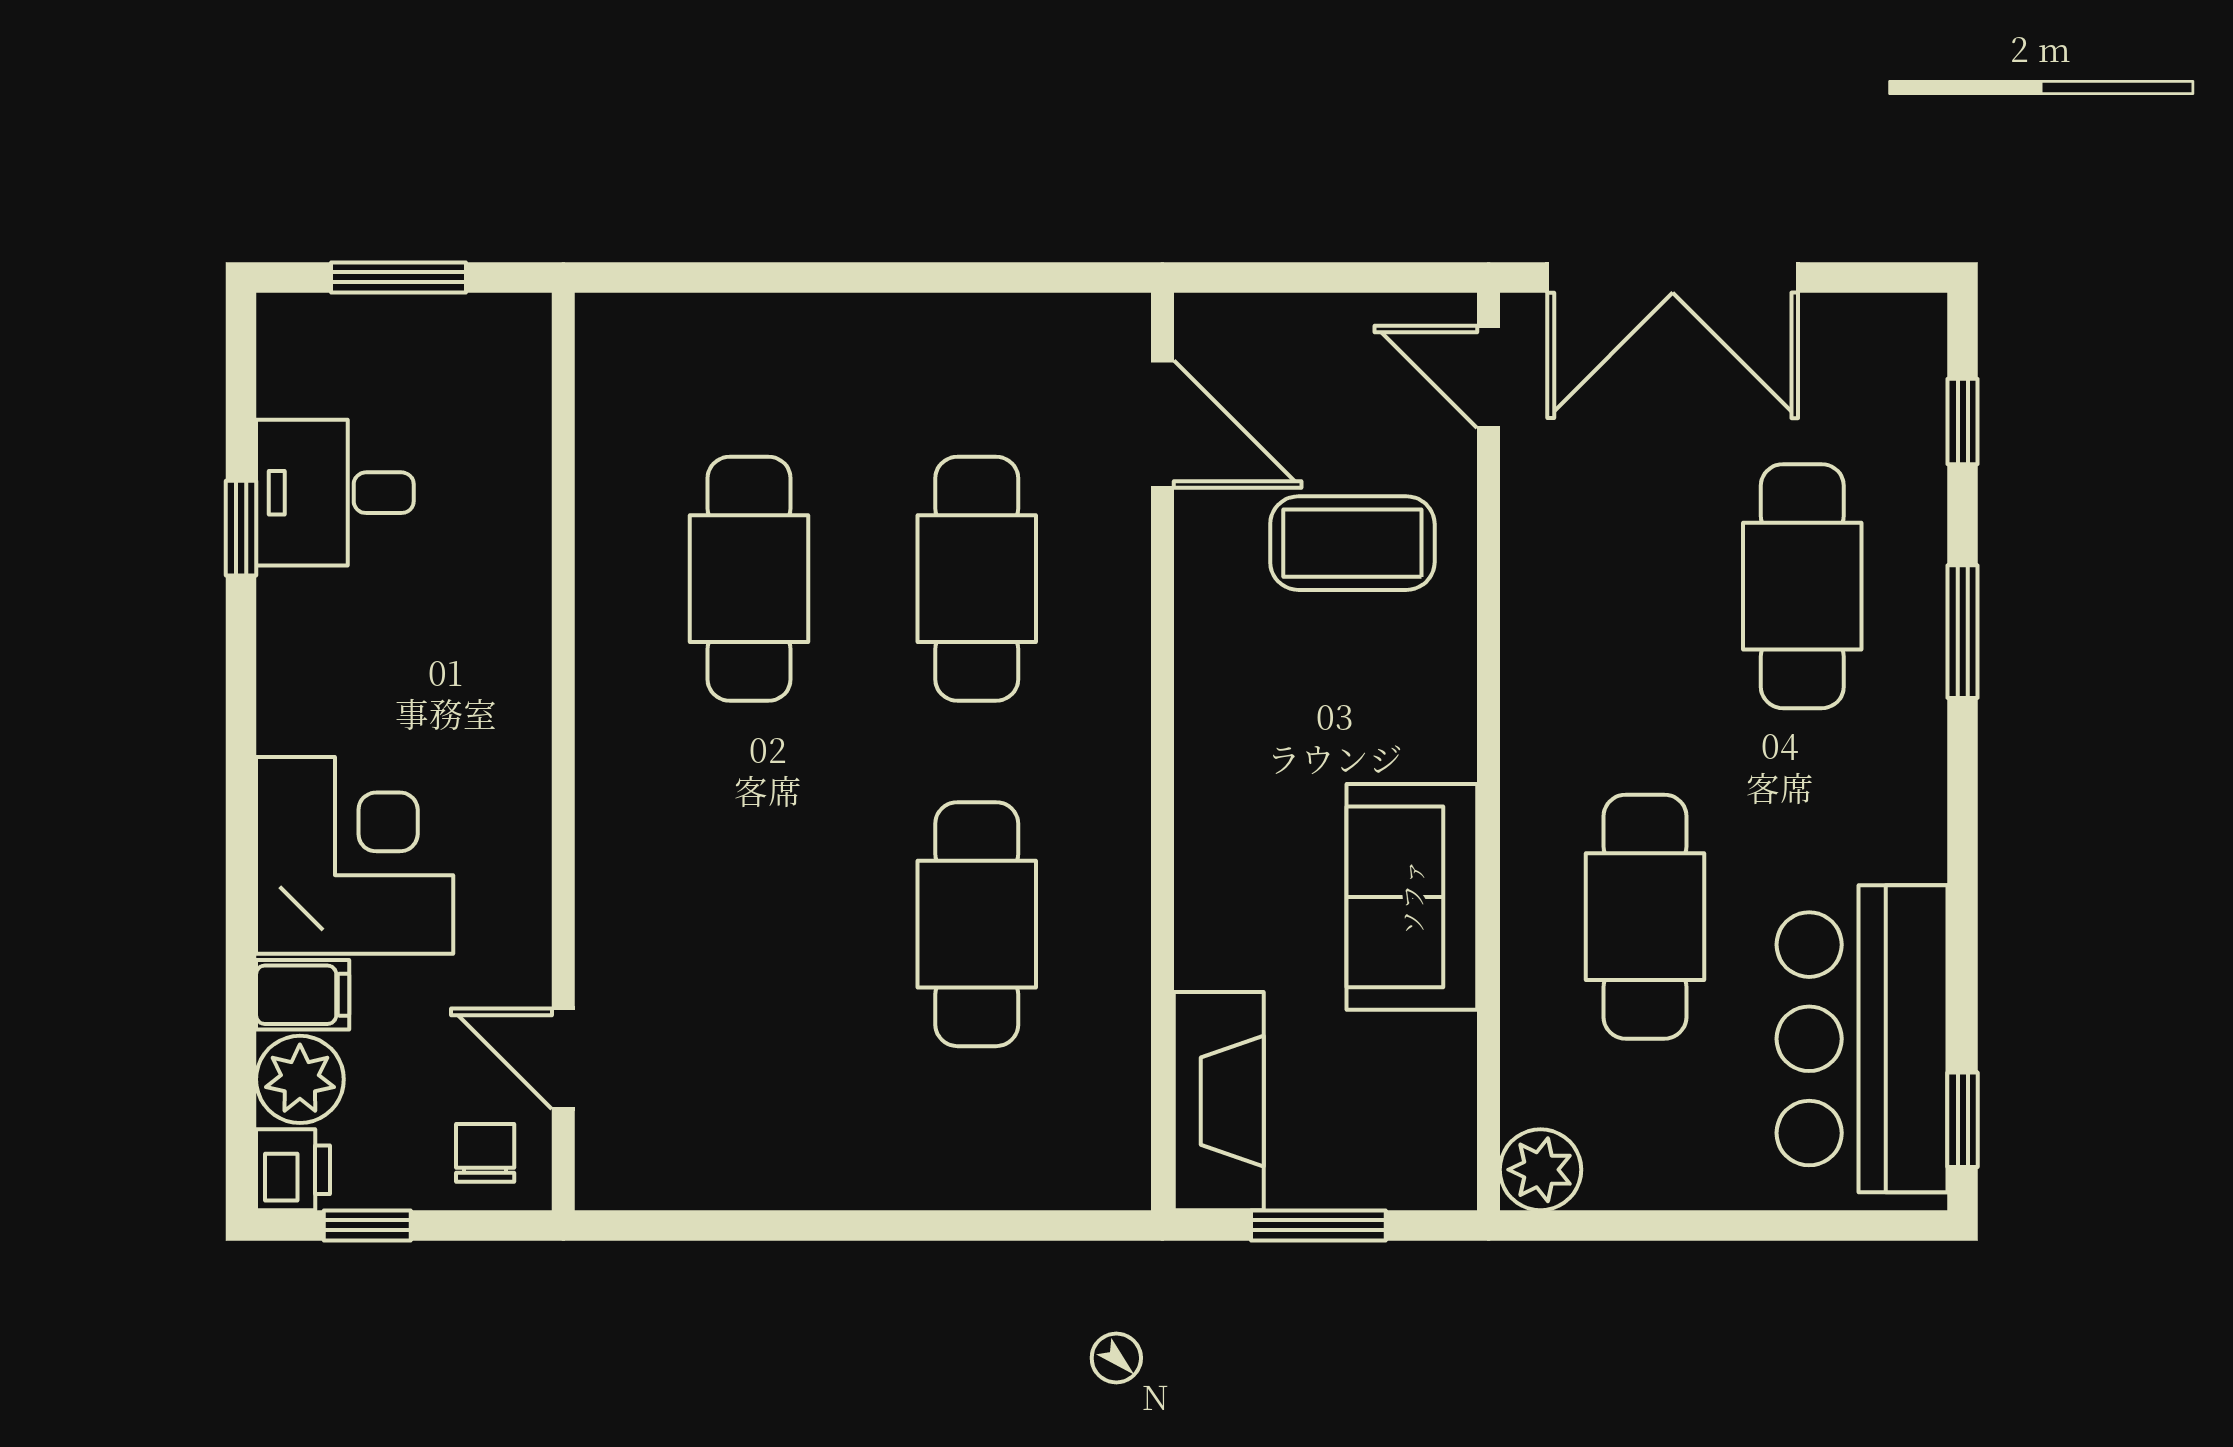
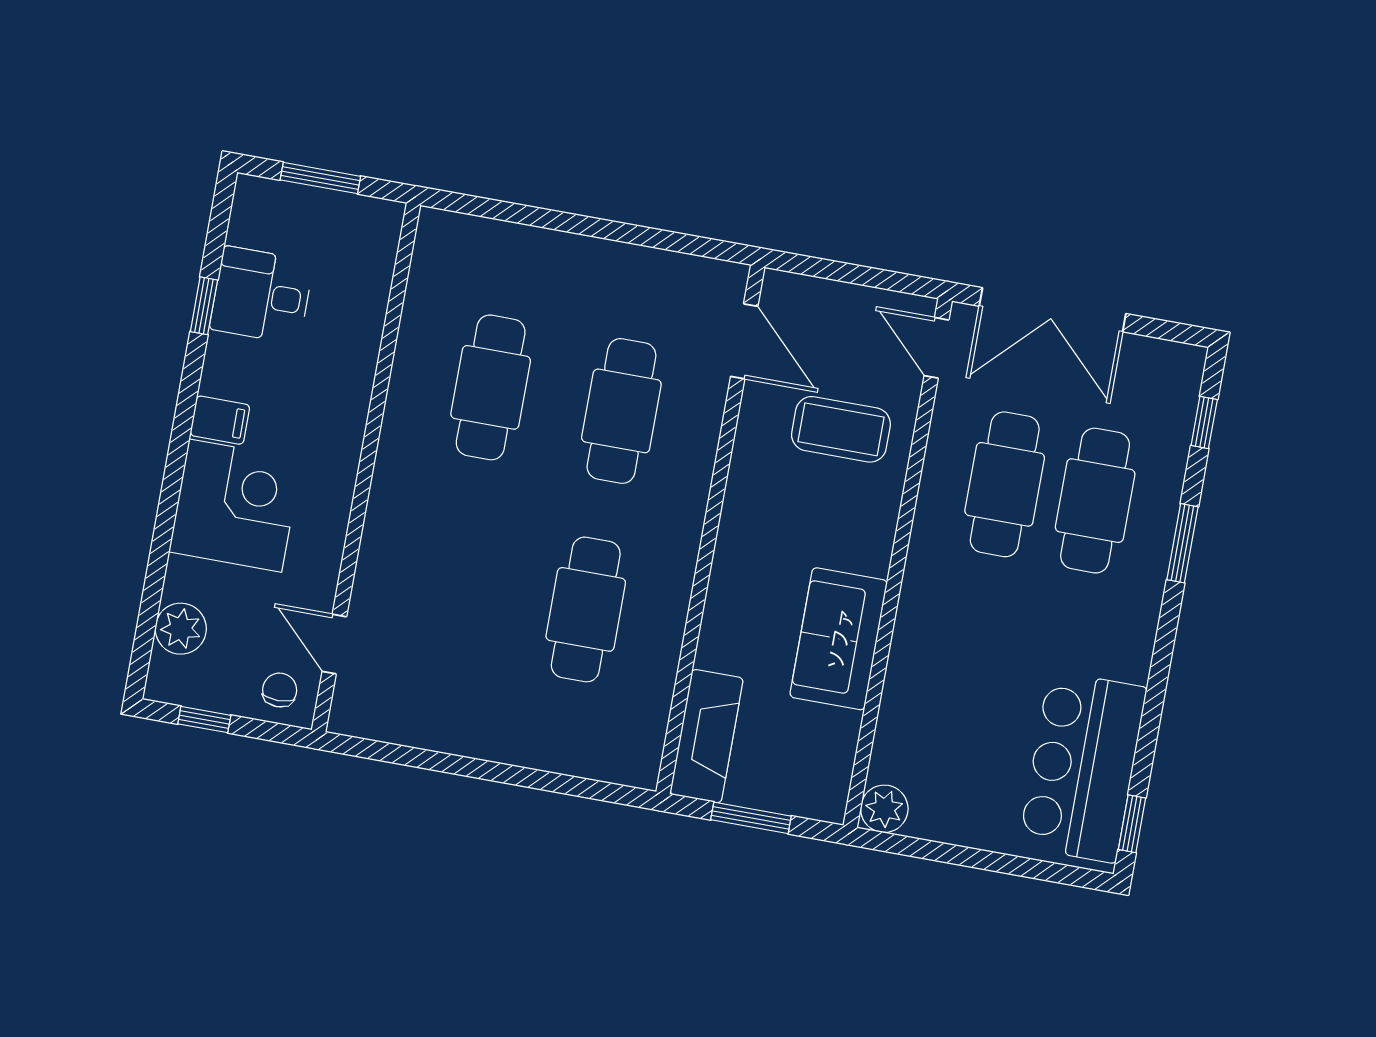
cafe table: (1645, 917) -> (1005, 484), moved
filing cabinet: (303, 995) -> (220, 420), moved
printer: (293, 1170) -> (167, 680), removed

